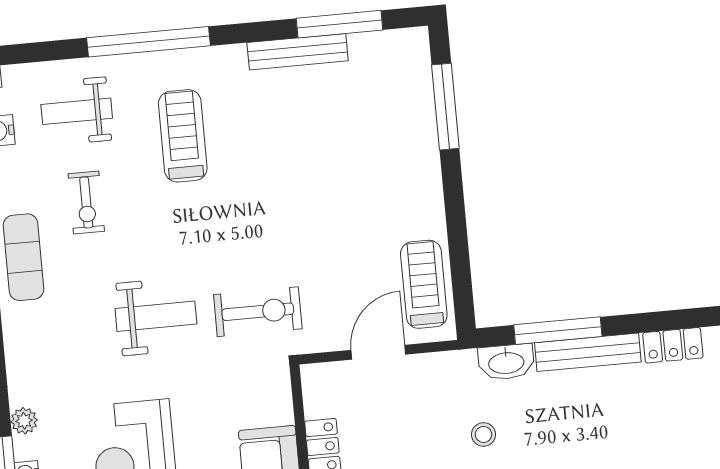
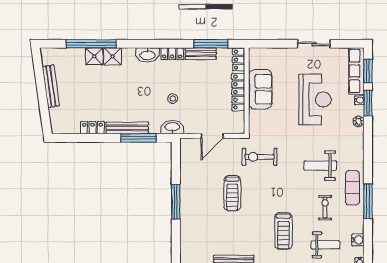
window: (445, 107) -> (176, 202), moved
treadmill: (424, 284) -> (232, 193), moved
weight bench: (156, 316) -> (320, 166), moved
washbasin: (506, 362) -> (172, 127), moved

